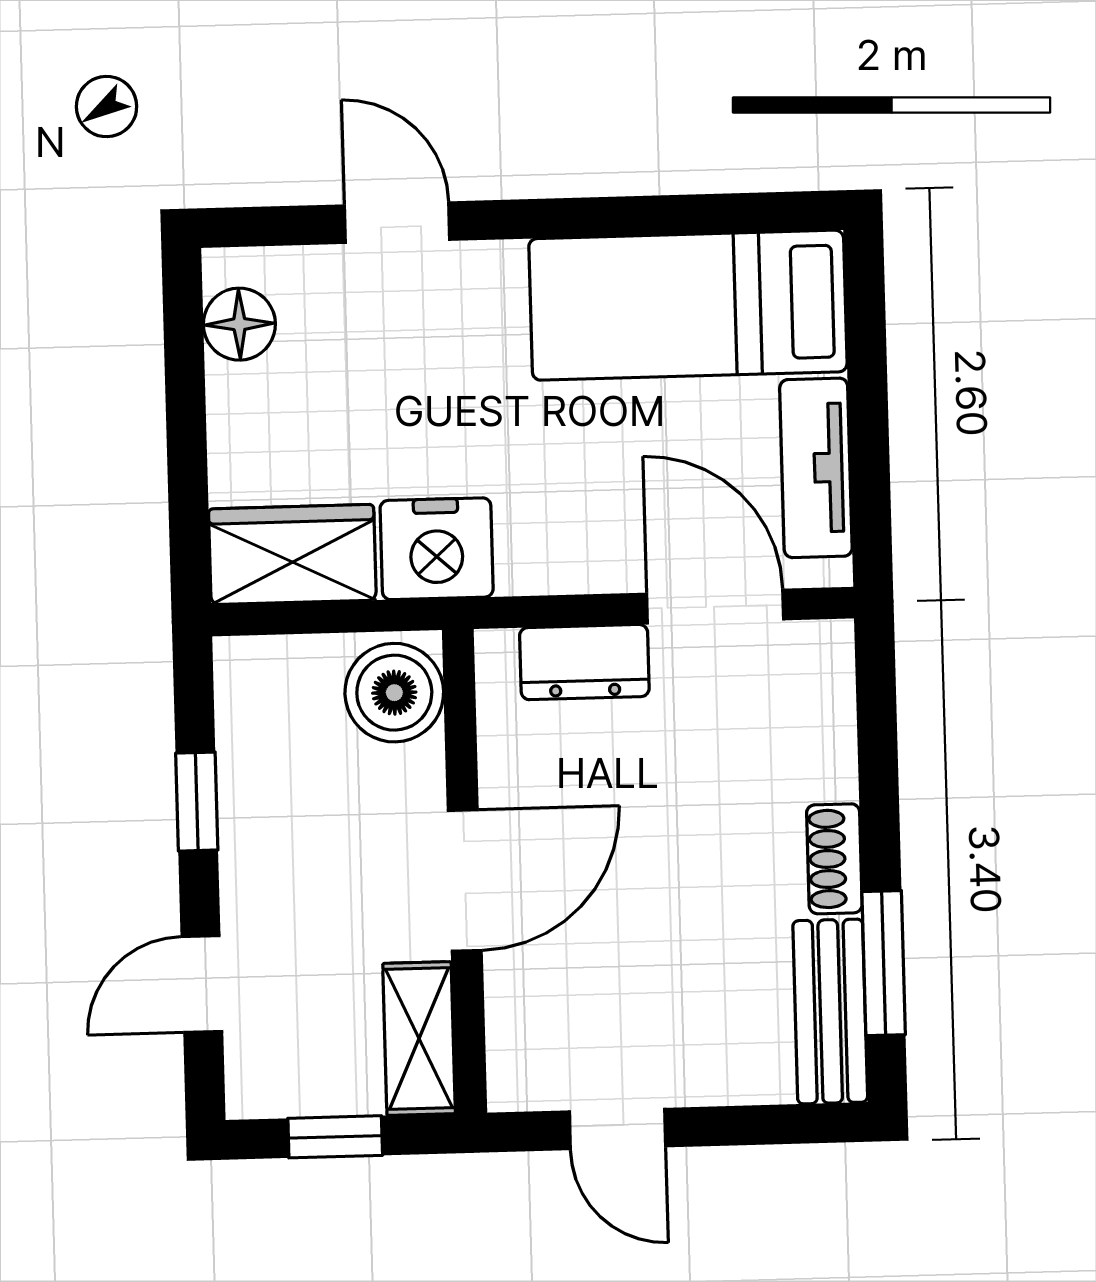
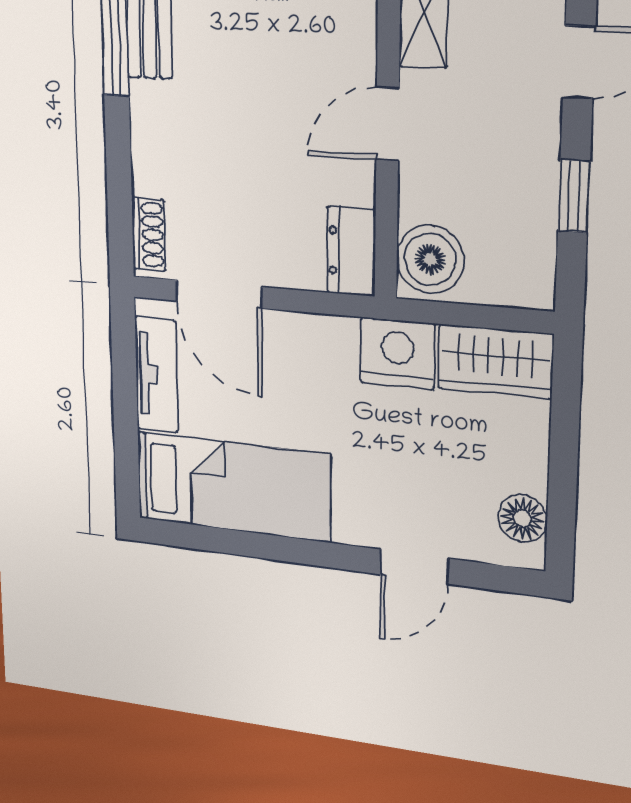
door: (397, 223) -> (414, 567), hinge flipped
dresser: (584, 662) -> (351, 252), moved, turned -90
shoe rack: (834, 859) -> (149, 235), moved
door: (465, 880) -> (388, 124), width x0.73

